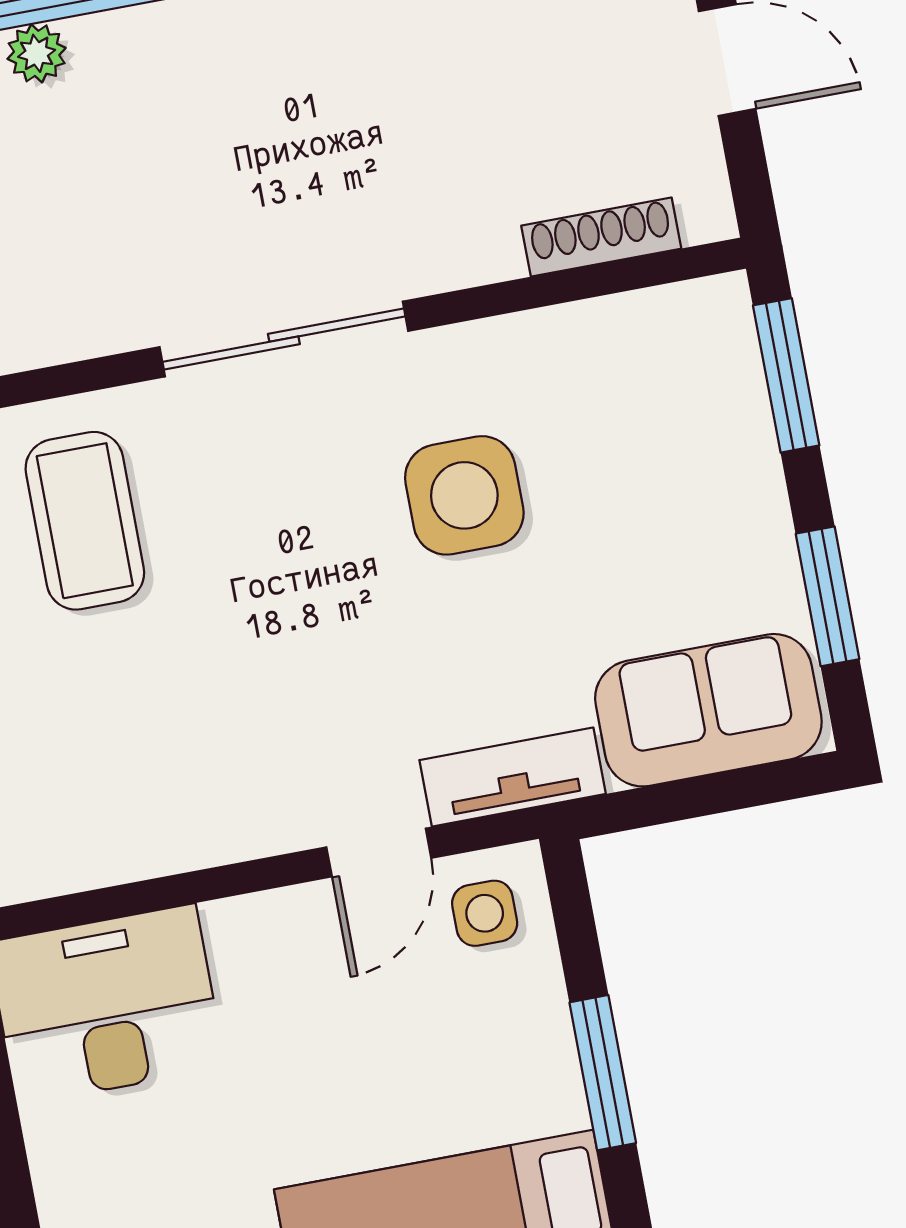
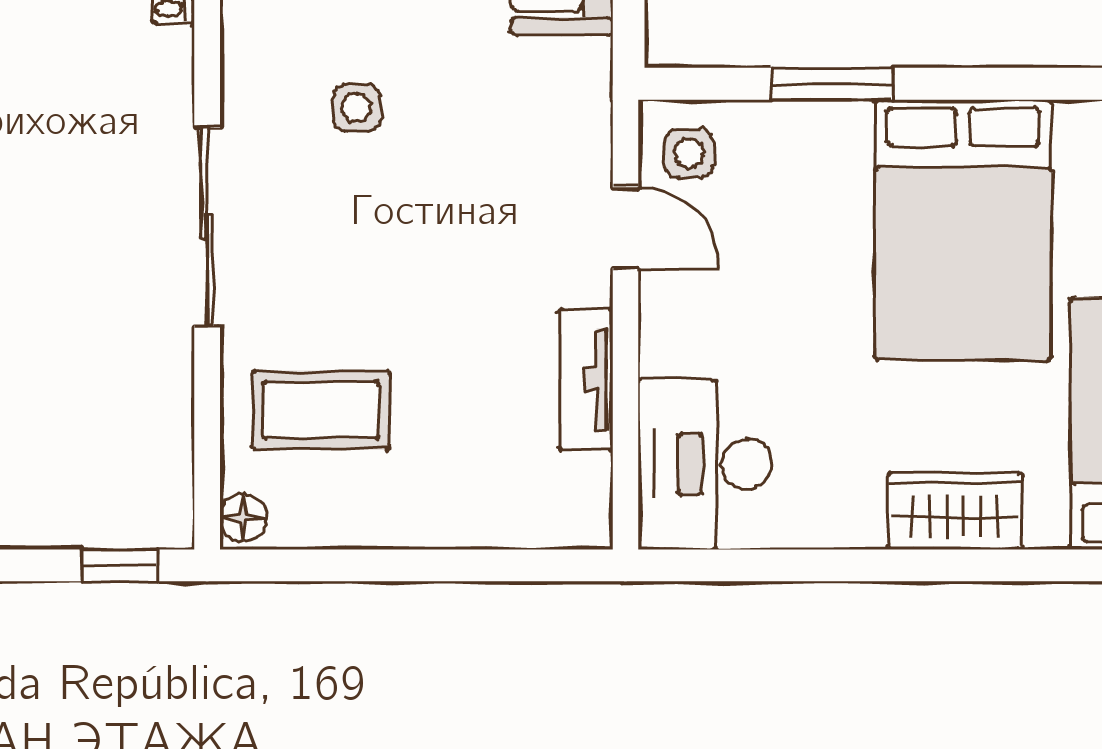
side table: (464, 495) -> (357, 108), width x0.54, depth x0.54
tv unit: (513, 777) -> (586, 379), moved

